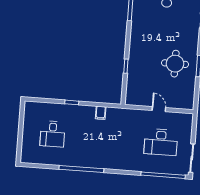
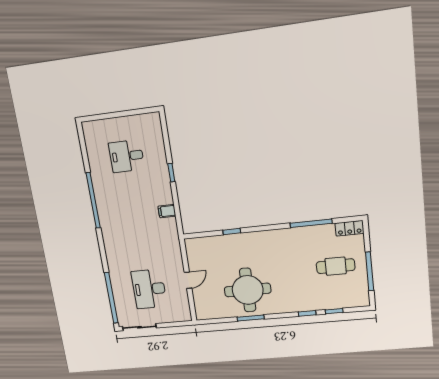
round table: (175, 64) -> (248, 290), width x1.36, depth x1.36

